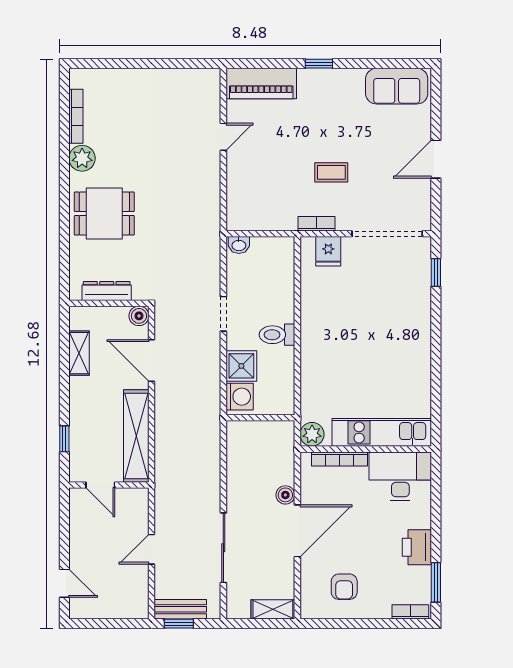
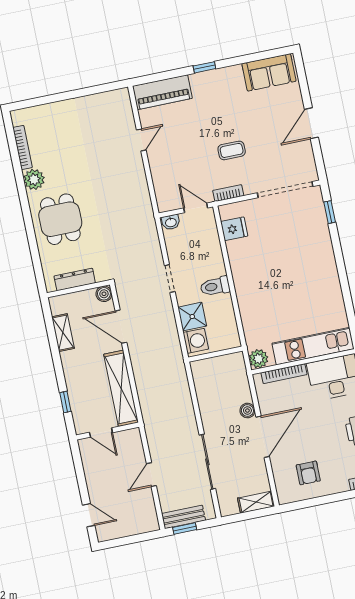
dining table: (104, 214) -> (60, 219), turned 90
door: (273, 234) -> (196, 208), added
fridge: (328, 251) -> (234, 229), moved, turned -90

